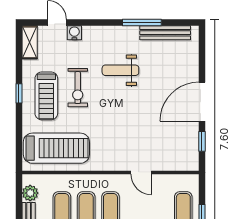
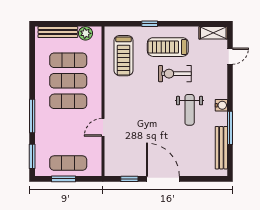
water cooler: (74, 33) -> (221, 105), moved
weight bench: (120, 70) -> (190, 110), turned 180
window: (19, 93) -> (150, 24), moved
treadmill: (56, 148) -> (124, 56), width x0.73, depth x0.73

